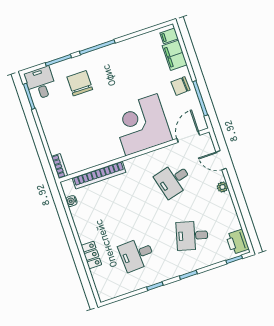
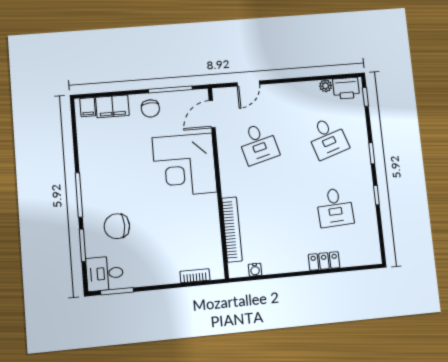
door: (188, 137) -> (212, 114), hinge flipped
bookcase: (59, 166) -> (195, 276), moved
plant: (223, 187) -> (326, 86), moved
desk: (192, 236) -> (328, 138), turned -33

